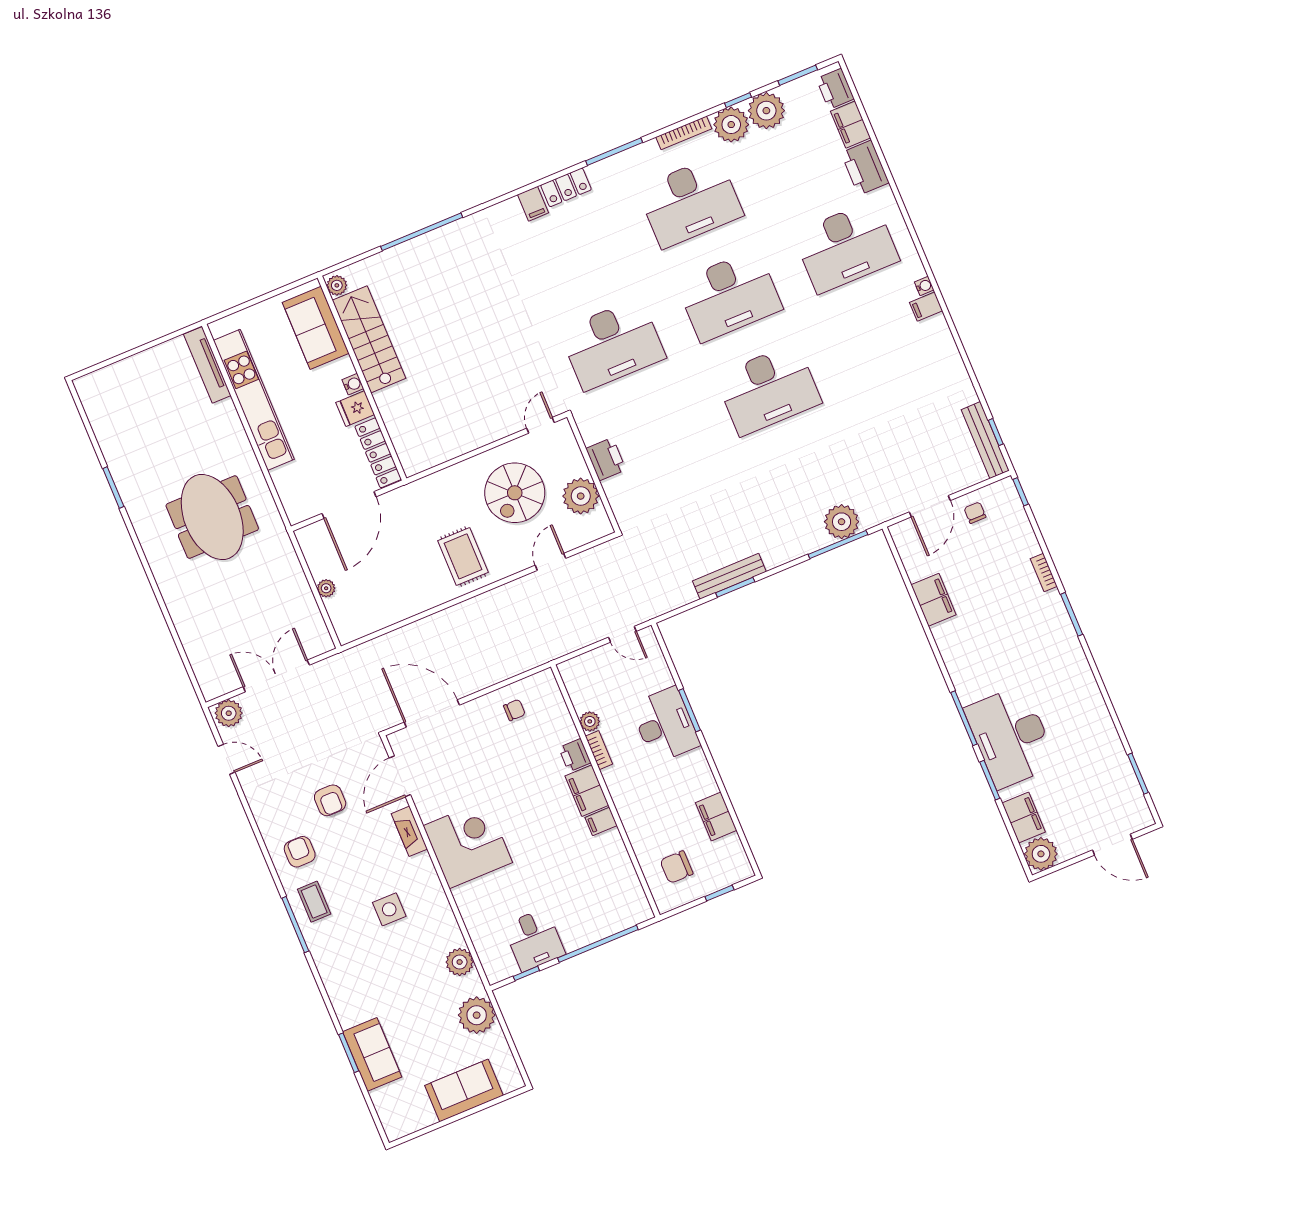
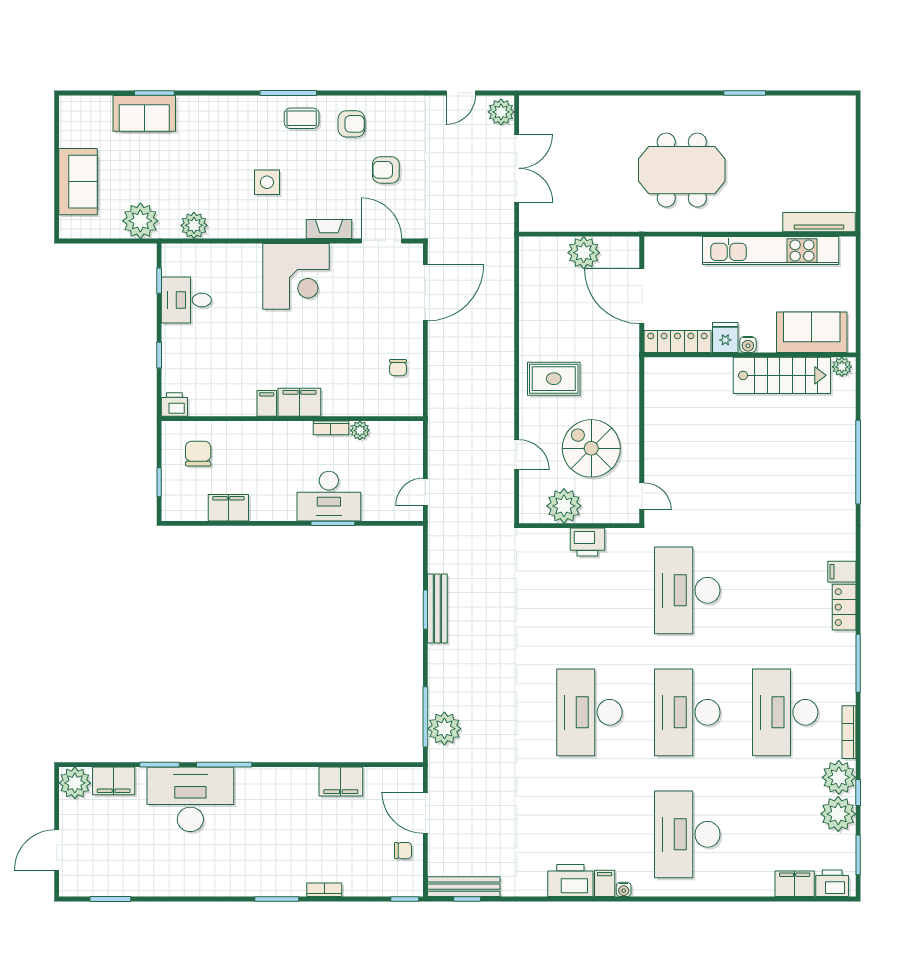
printer: (865, 168) -> (570, 881), moved
plant: (326, 588) -> (584, 253), width x1.88, depth x1.88
printer: (575, 755) -> (174, 405), moved
window: (598, 944) -> (159, 355), width x0.32

